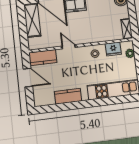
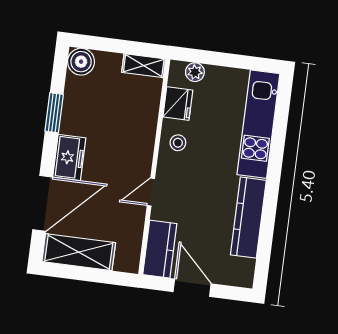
door: (28, 78) -> (192, 288), hinge flipped
kitchen counter: (68, 96) -> (248, 218), width x1.50

